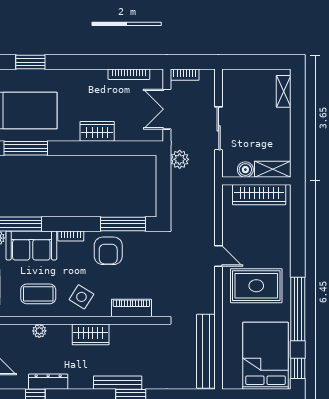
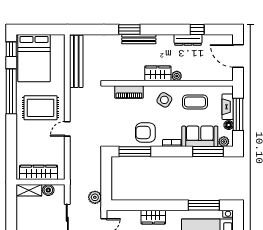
armchair: (108, 251) -> (145, 133), turned -90
door: (219, 256) -> (67, 129), hinge flipped
plant: (39, 331) -> (177, 76), moved

